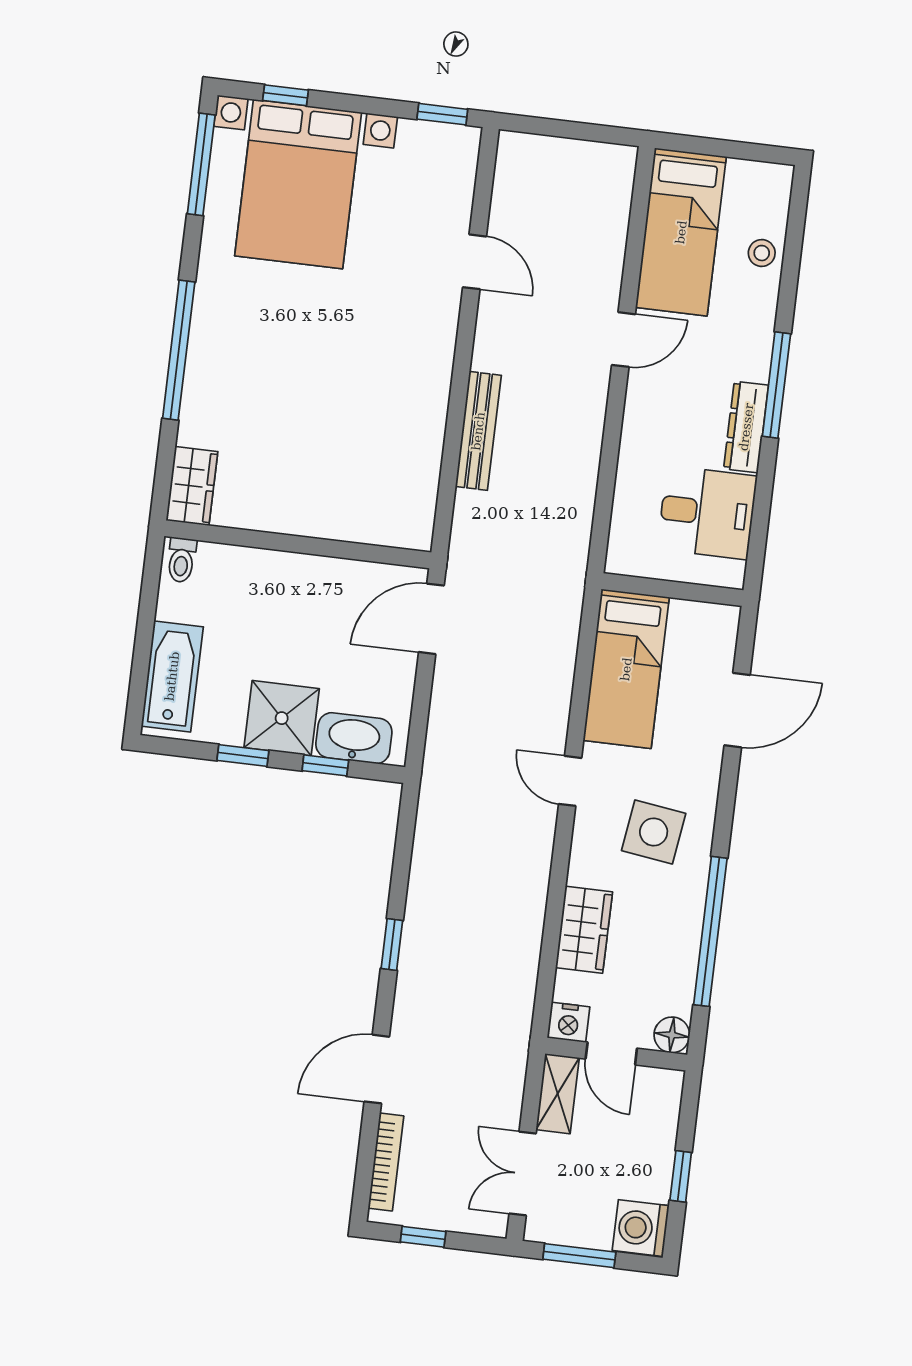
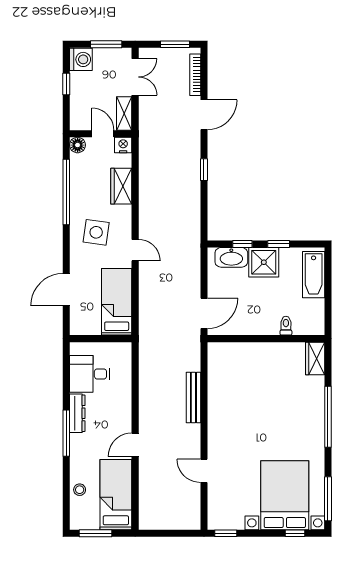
window: (738, 150) -> (95, 533), added
toilet: (181, 560) -> (286, 326), moved
window: (423, 1237) -> (175, 44), width x1.50

